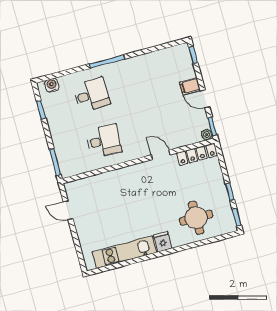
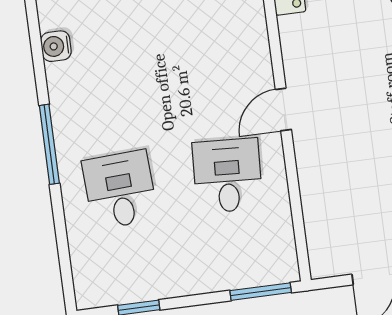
water cooler: (52, 85) -> (56, 46), moved
door: (161, 155) -> (283, 109), moved

